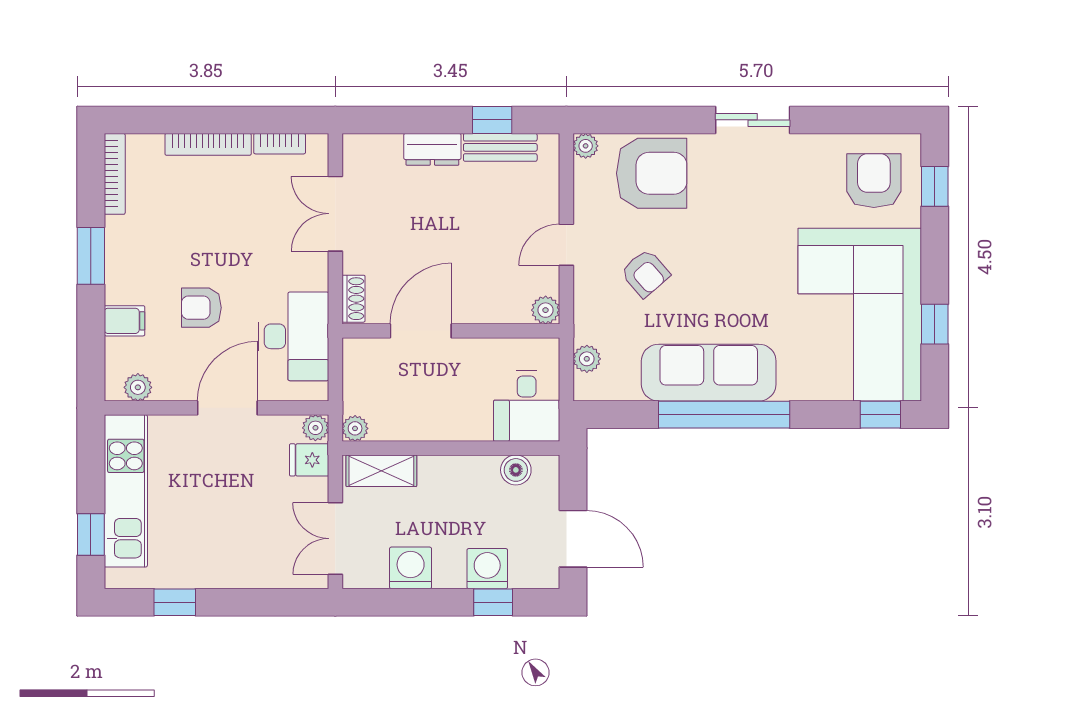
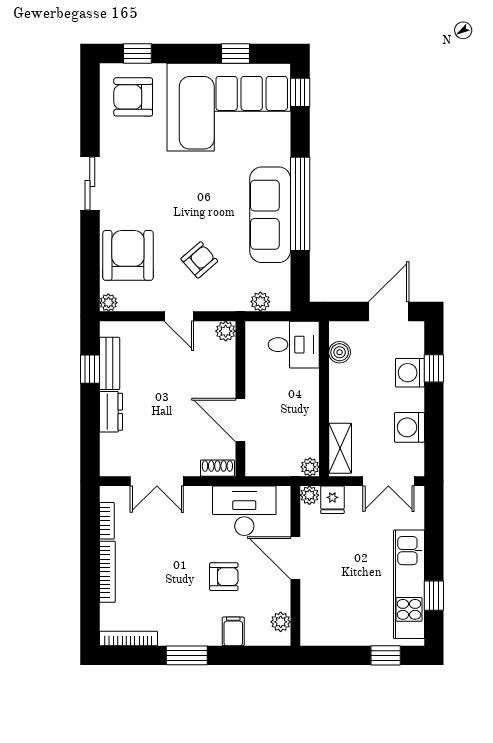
armchair: (201, 308) -> (224, 577), turned -90
kitchen unit: (126, 491) -> (409, 584), moved, turned -90

